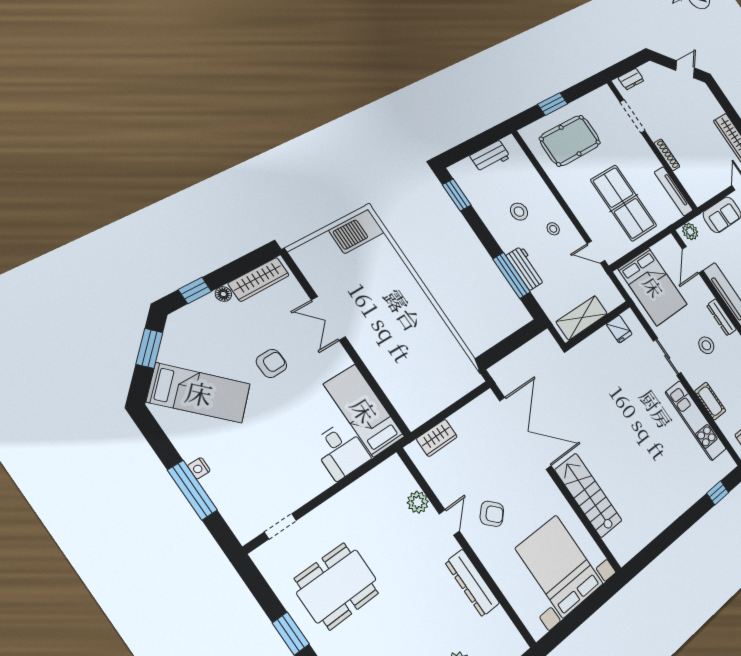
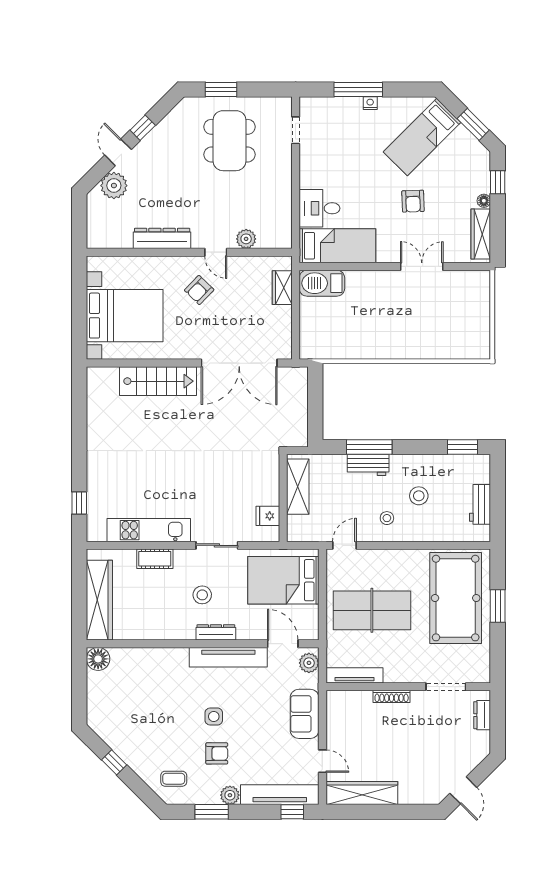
pool table: (570, 141) -> (456, 598), width x1.36, depth x1.32
barbecue: (356, 231) -> (322, 283), moved, turned -90

